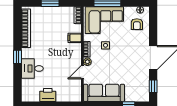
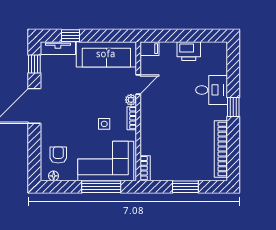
filing cabinet: (75, 38) -> (150, 49), moved
tv unit: (137, 97) -> (58, 48), added

